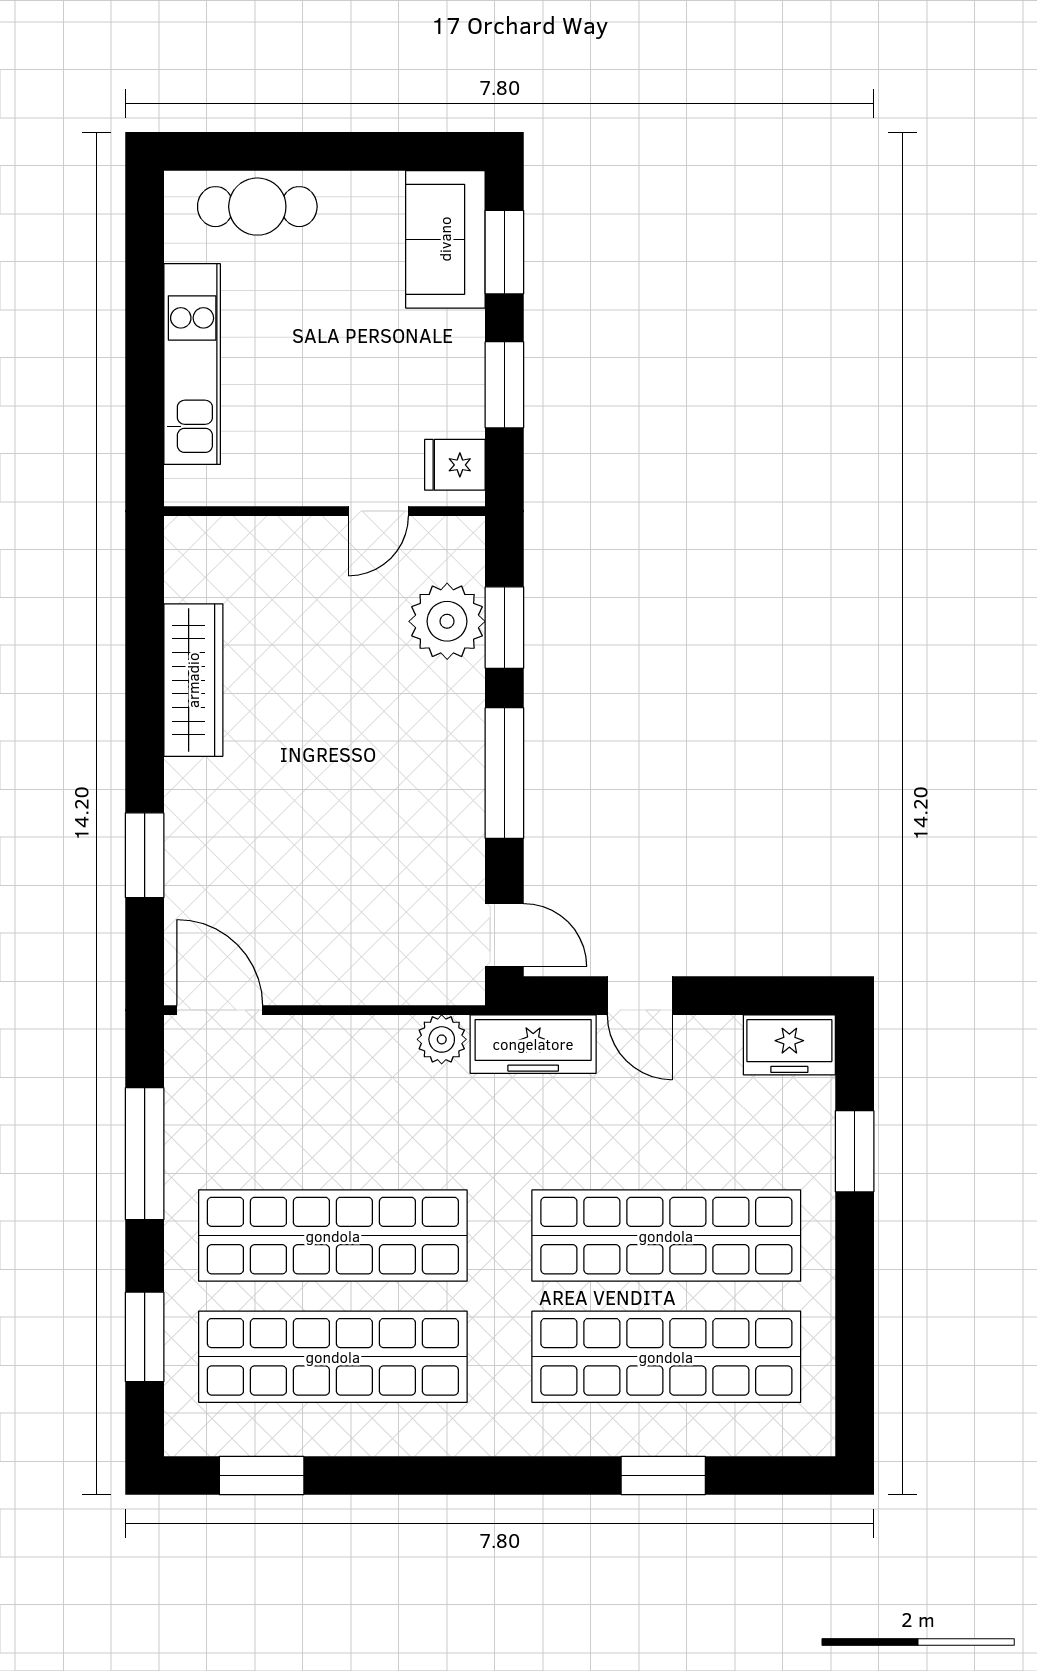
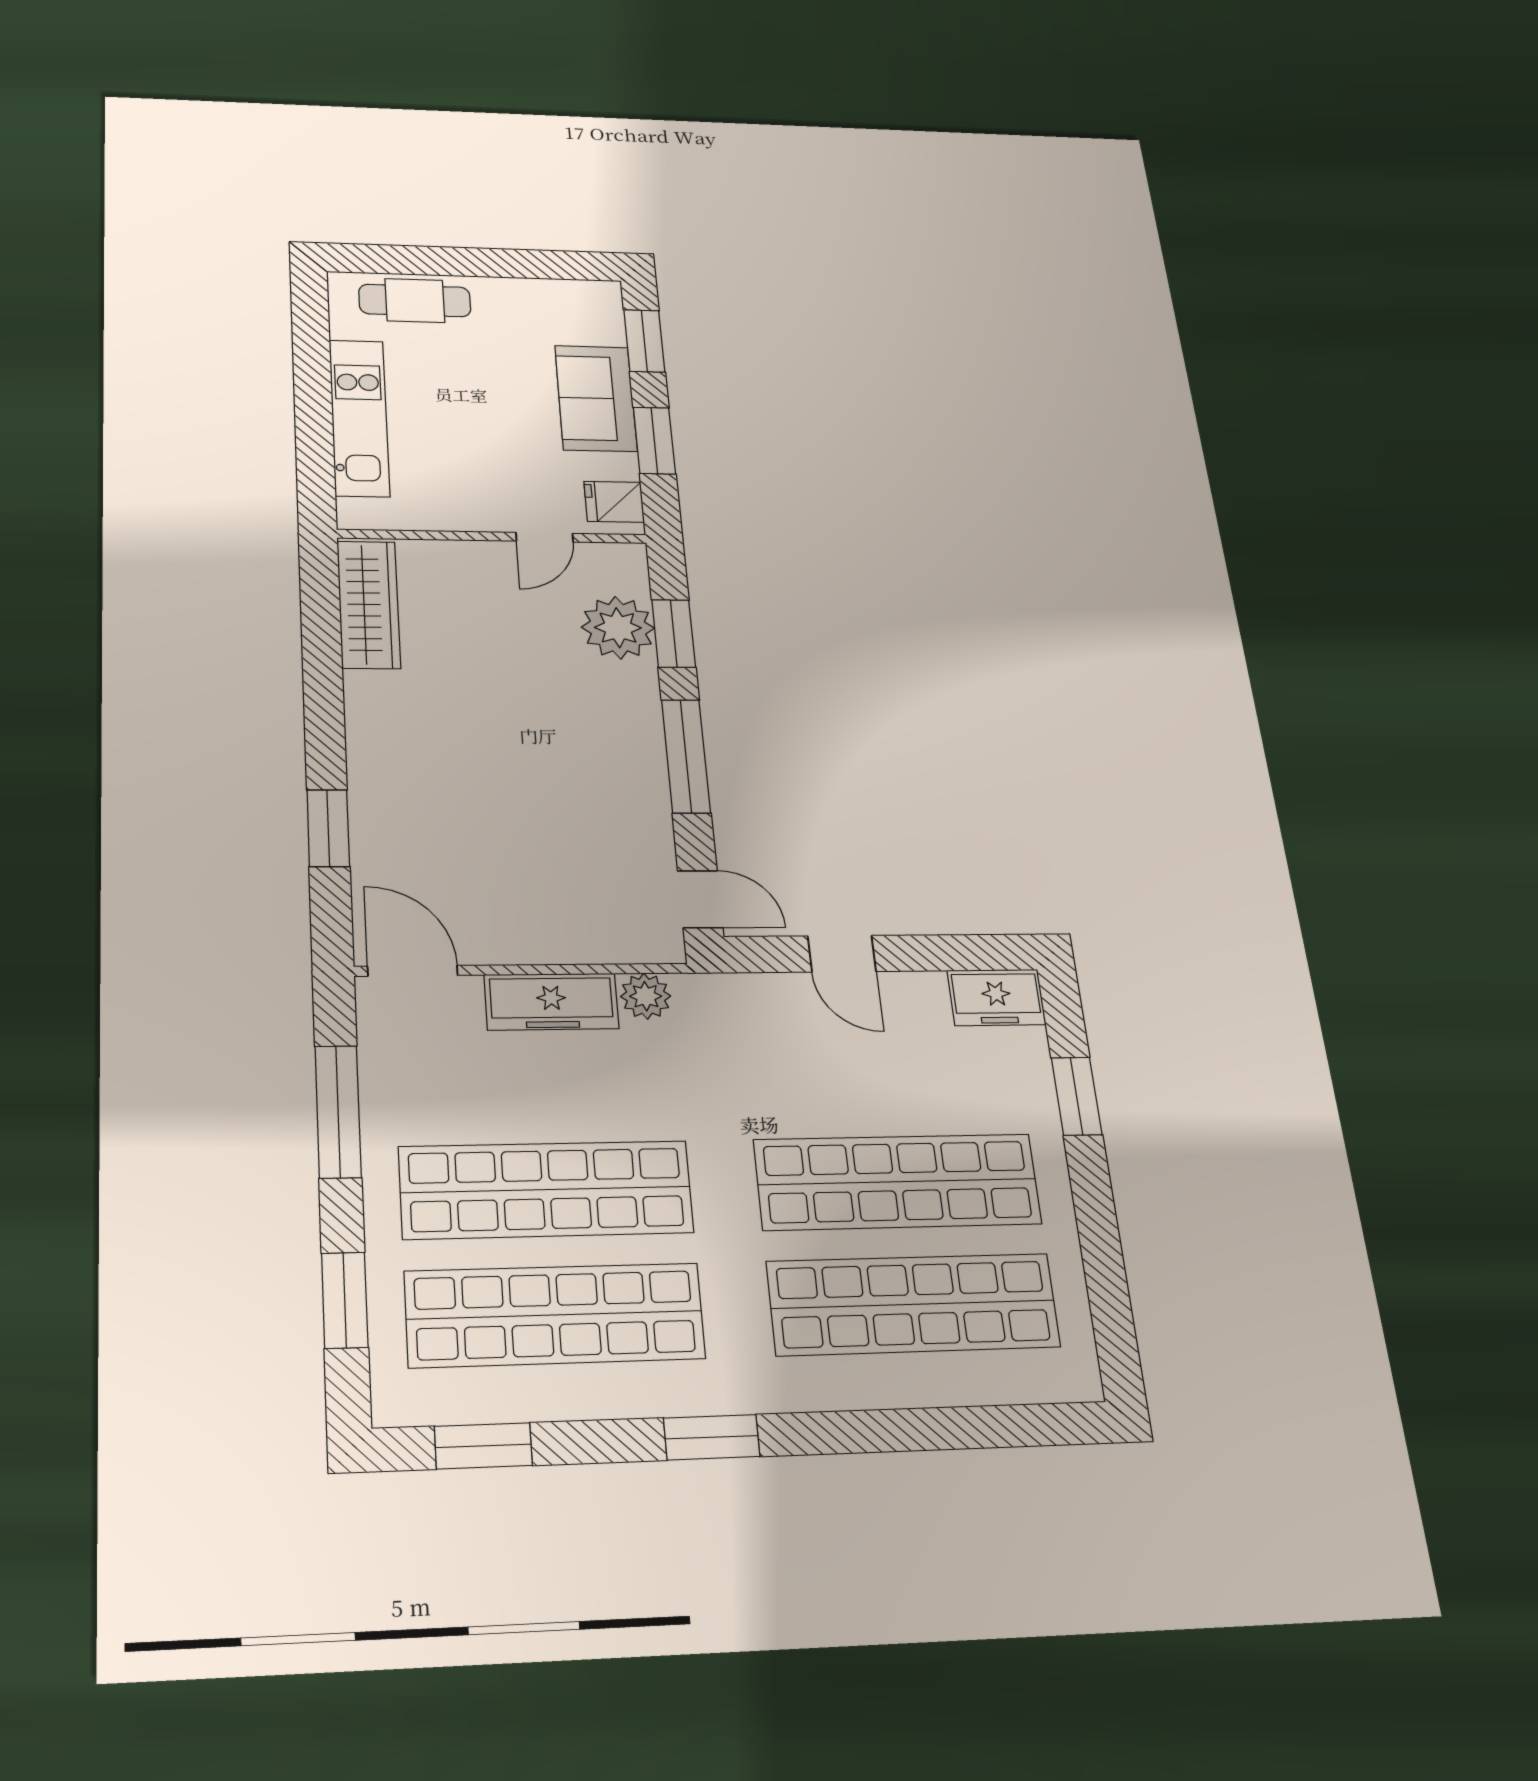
sofa: (445, 239) -> (596, 398), moved
wardrobe: (193, 680) -> (369, 604), moved
freezer: (533, 1044) -> (551, 1002), moved
window: (663, 1475) -> (712, 1437), moved

